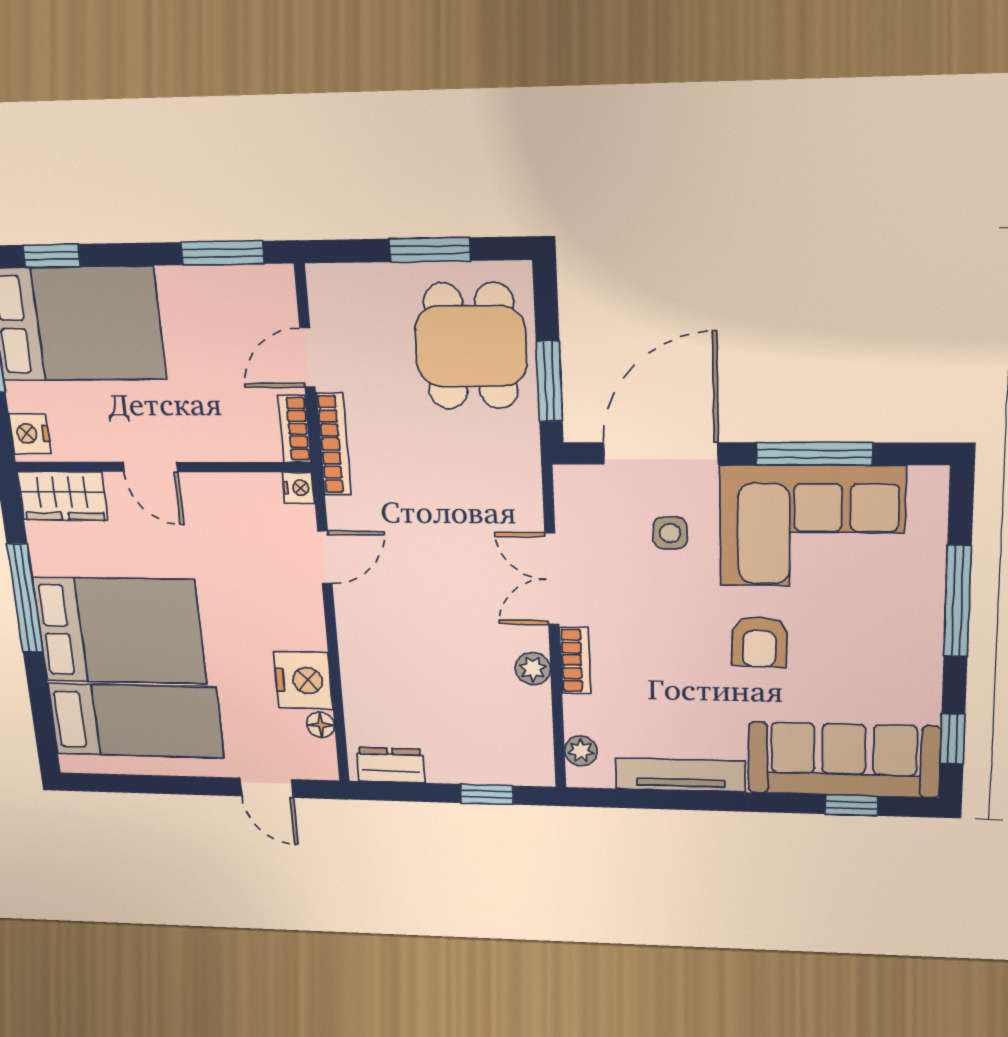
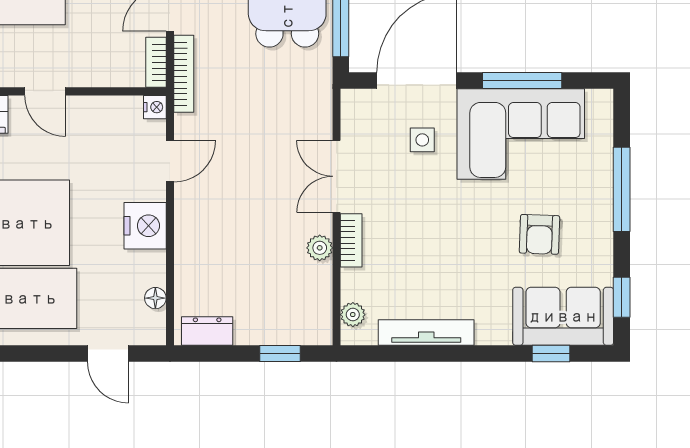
armchair: (760, 642) -> (539, 234), moved
nightstand: (303, 680) -> (145, 226), moved
sofa: (844, 760) -> (563, 316), width x0.73

